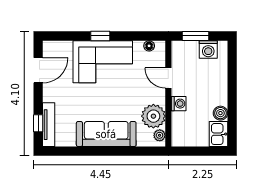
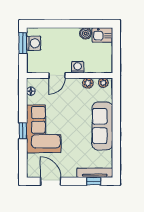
window: (196, 36) -> (23, 43), moved
plant: (153, 116) -> (88, 83), width x0.53, depth x0.53

